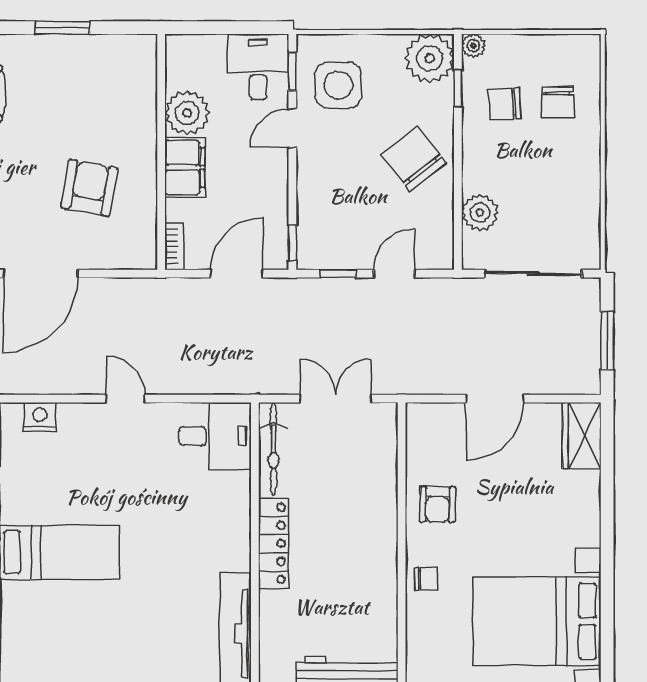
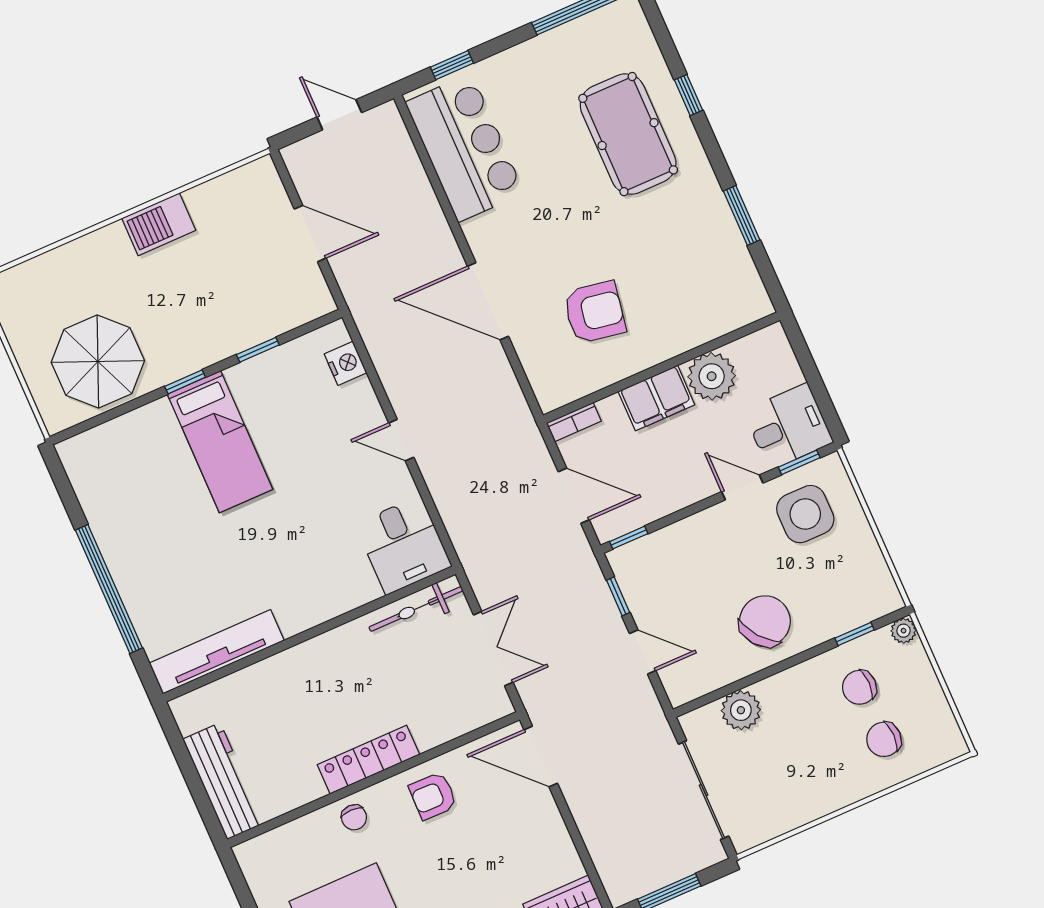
plant: (430, 58) -> (872, 593), removed
chair: (505, 104) -> (859, 687), turned -87
door: (126, 399) -> (401, 440), swing flipped
door: (495, 399) -> (541, 756), moved
locker: (274, 543) -> (368, 760), moved, turned 180

